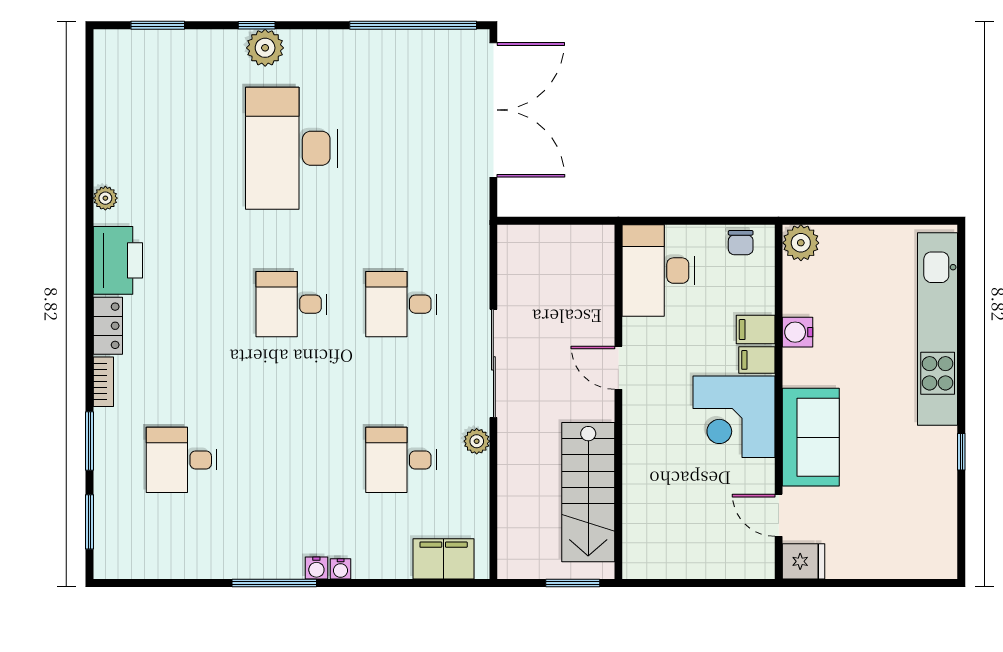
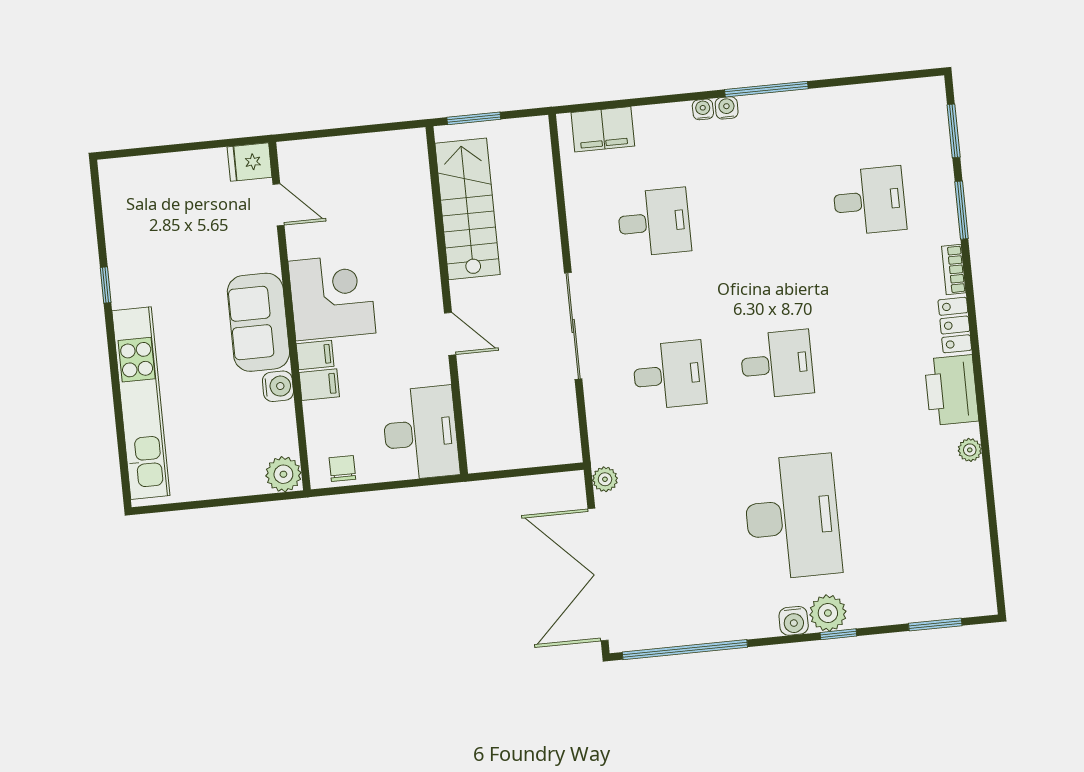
water cooler: (300, 43) -> (794, 621), added
sofa: (811, 437) -> (258, 322), moved
plant: (477, 441) -> (605, 479), moved

